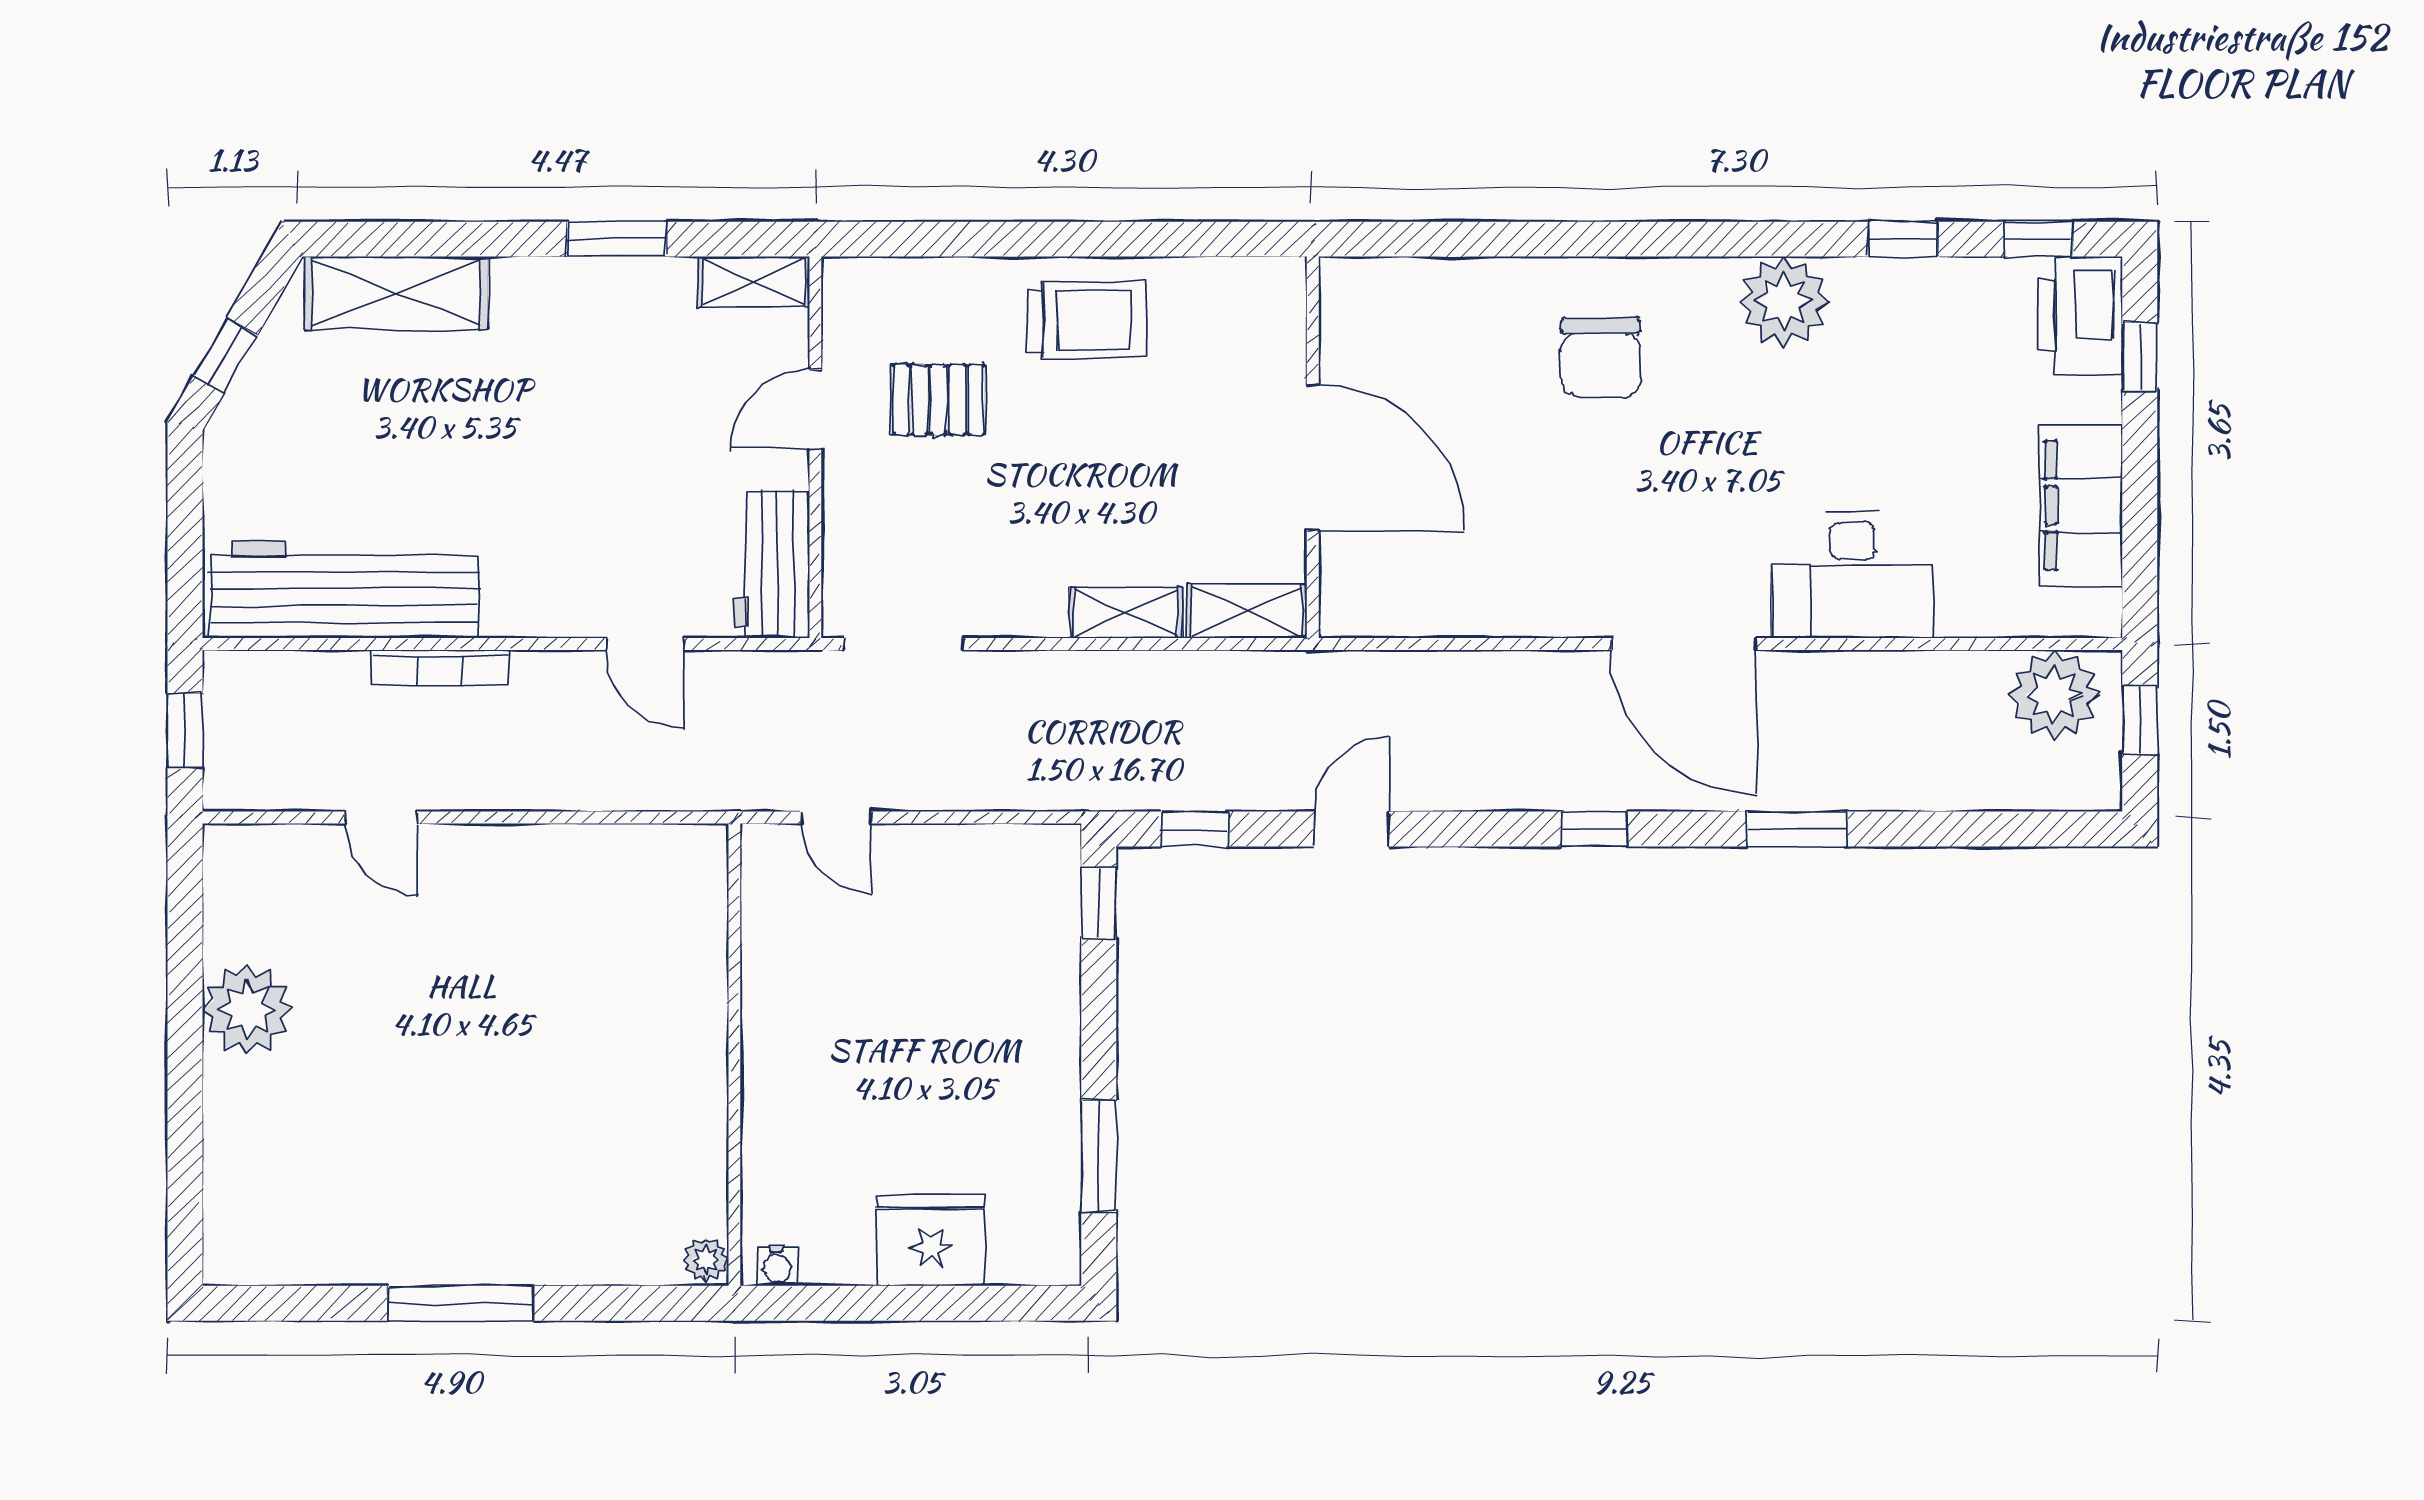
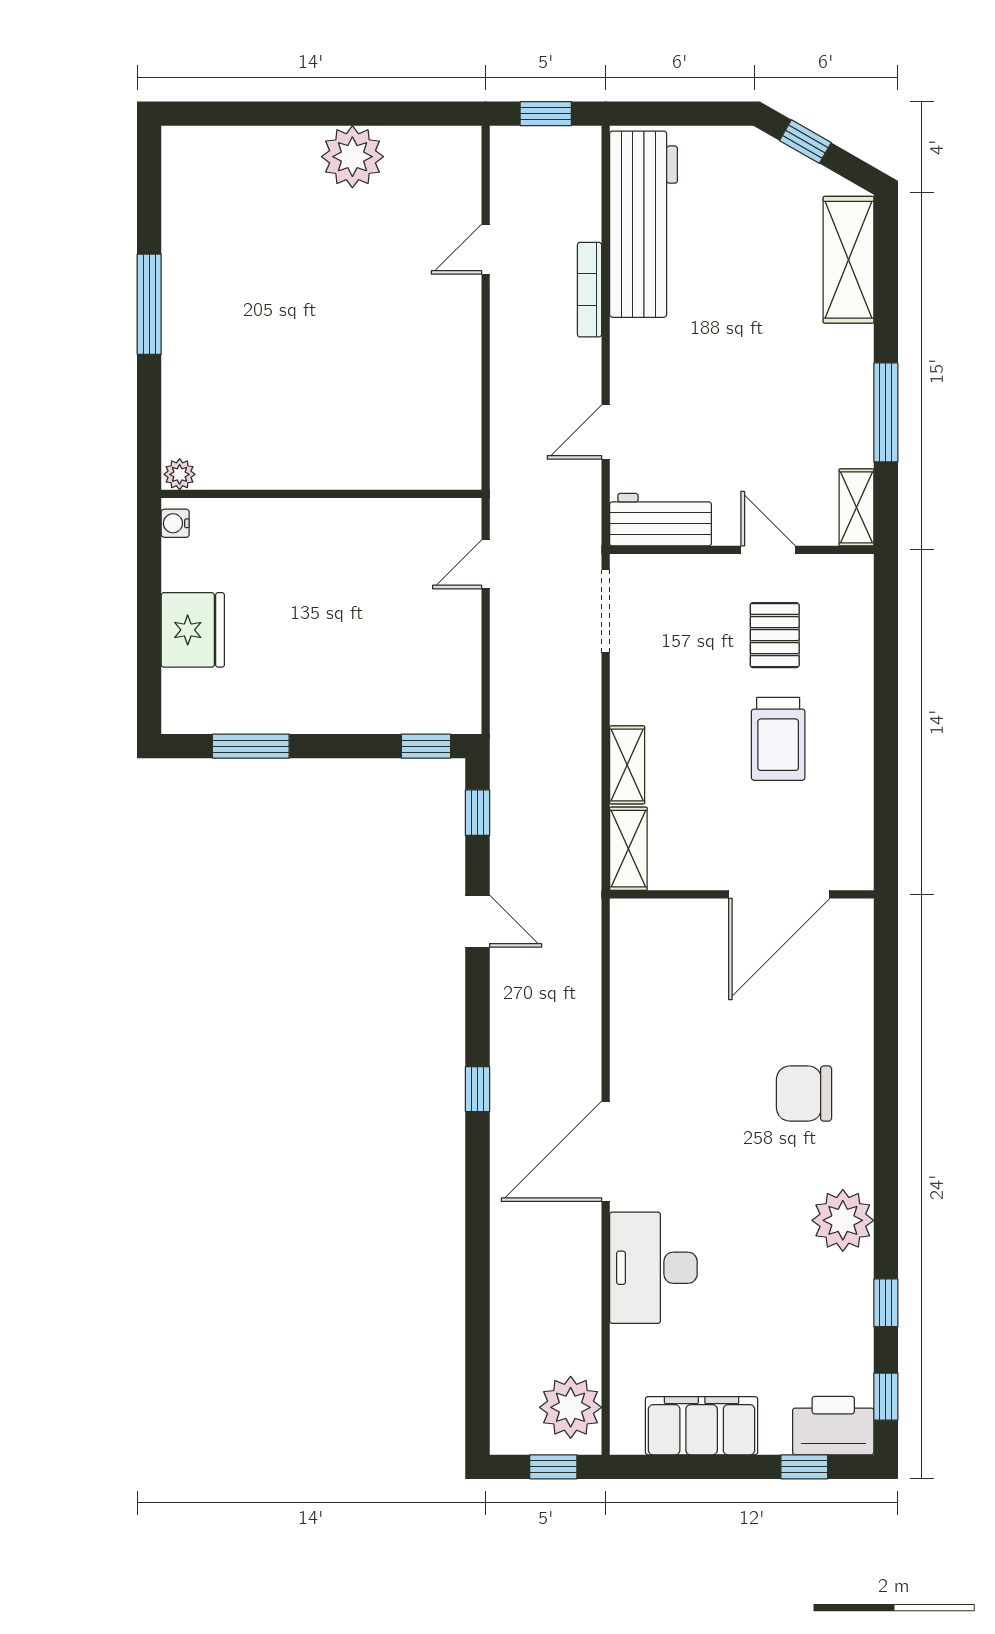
window: (617, 239) -> (886, 412), width x1.44
trolley: (1086, 320) -> (778, 739), moved
door: (1313, 457) -> (779, 894), moved
window: (1797, 829) -> (477, 1229), removed

